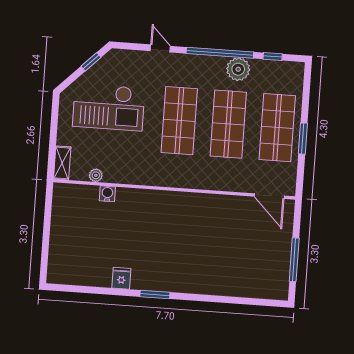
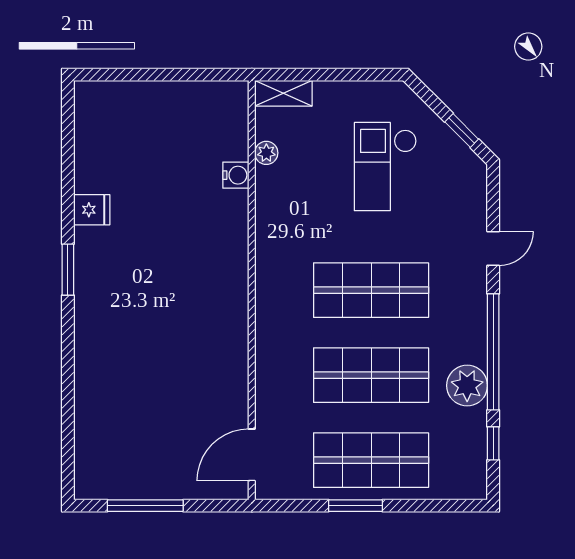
checkout: (109, 107) -> (385, 167), width x0.73, depth x0.83

